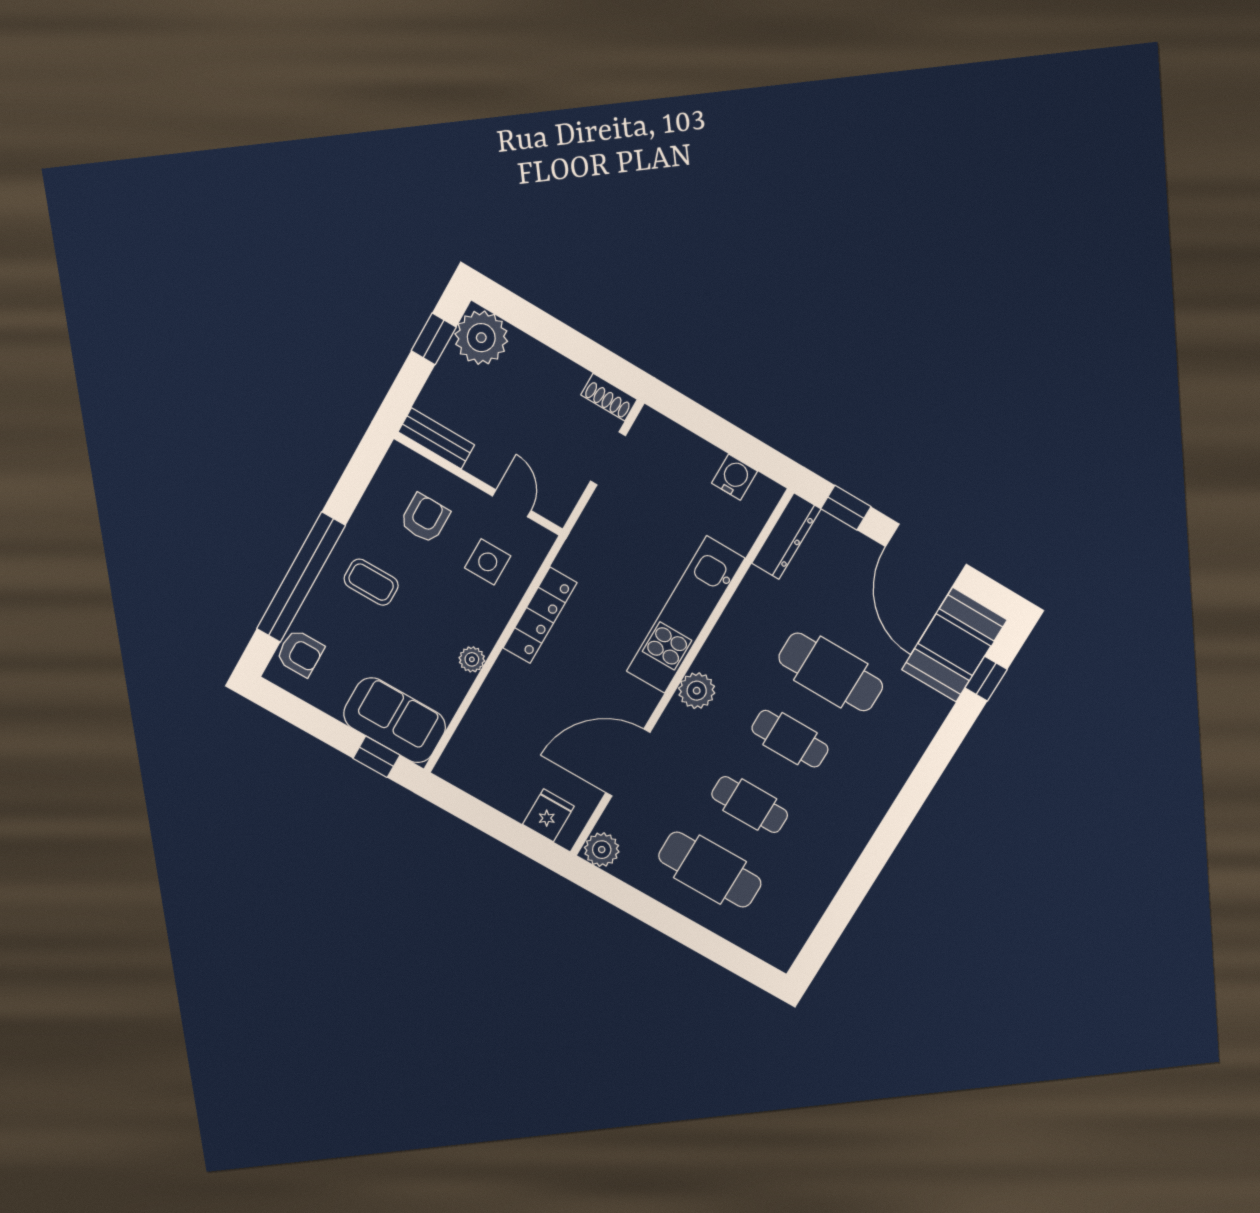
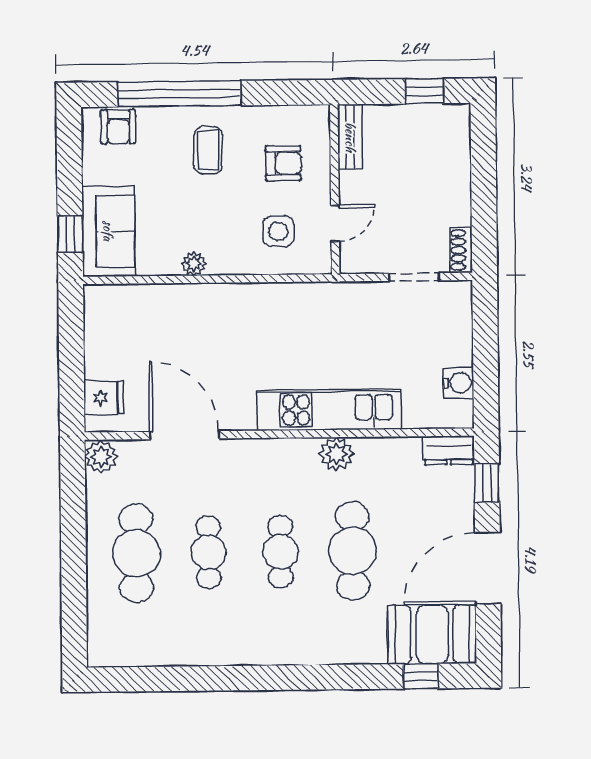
plant: (481, 338) -> (447, 127), removed
dresser: (786, 536) -> (449, 450), width x0.70
locker: (540, 615) -> (261, 296), removed
plant: (697, 691) -> (336, 454), moved

